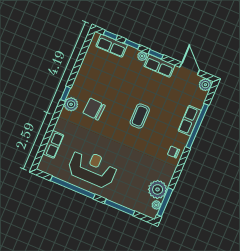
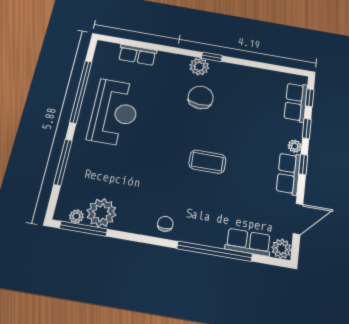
row of seats: (190, 121) -> (248, 242), moved

